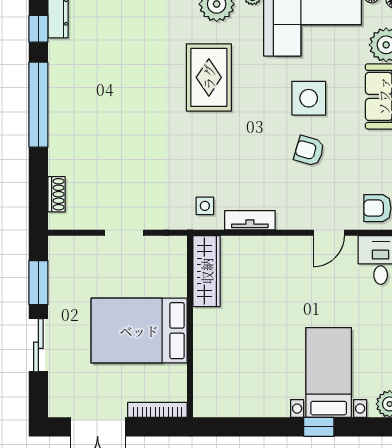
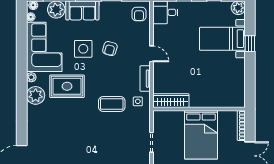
rug: (209, 77) -> (67, 86), moved
coffee table: (200, 154) -> (112, 104), added
door: (329, 233) -> (151, 54), moved

